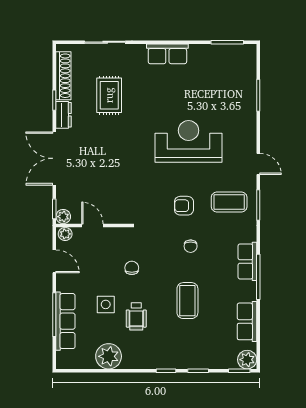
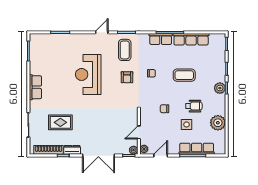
row of seats: (247, 321) -> (191, 39), width x1.48
plant: (247, 360) -> (220, 88), moved

